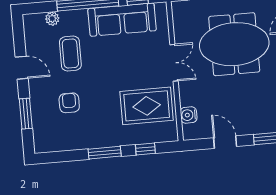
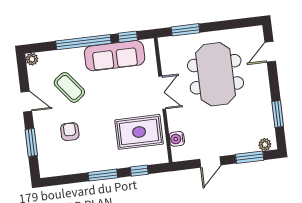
plant: (52, 19) -> (32, 59), moved
meeting table: (234, 44) -> (216, 74), turned 90
coffee table: (70, 54) -> (69, 87), turned -38
door: (225, 142) -> (210, 162), swing flipped

